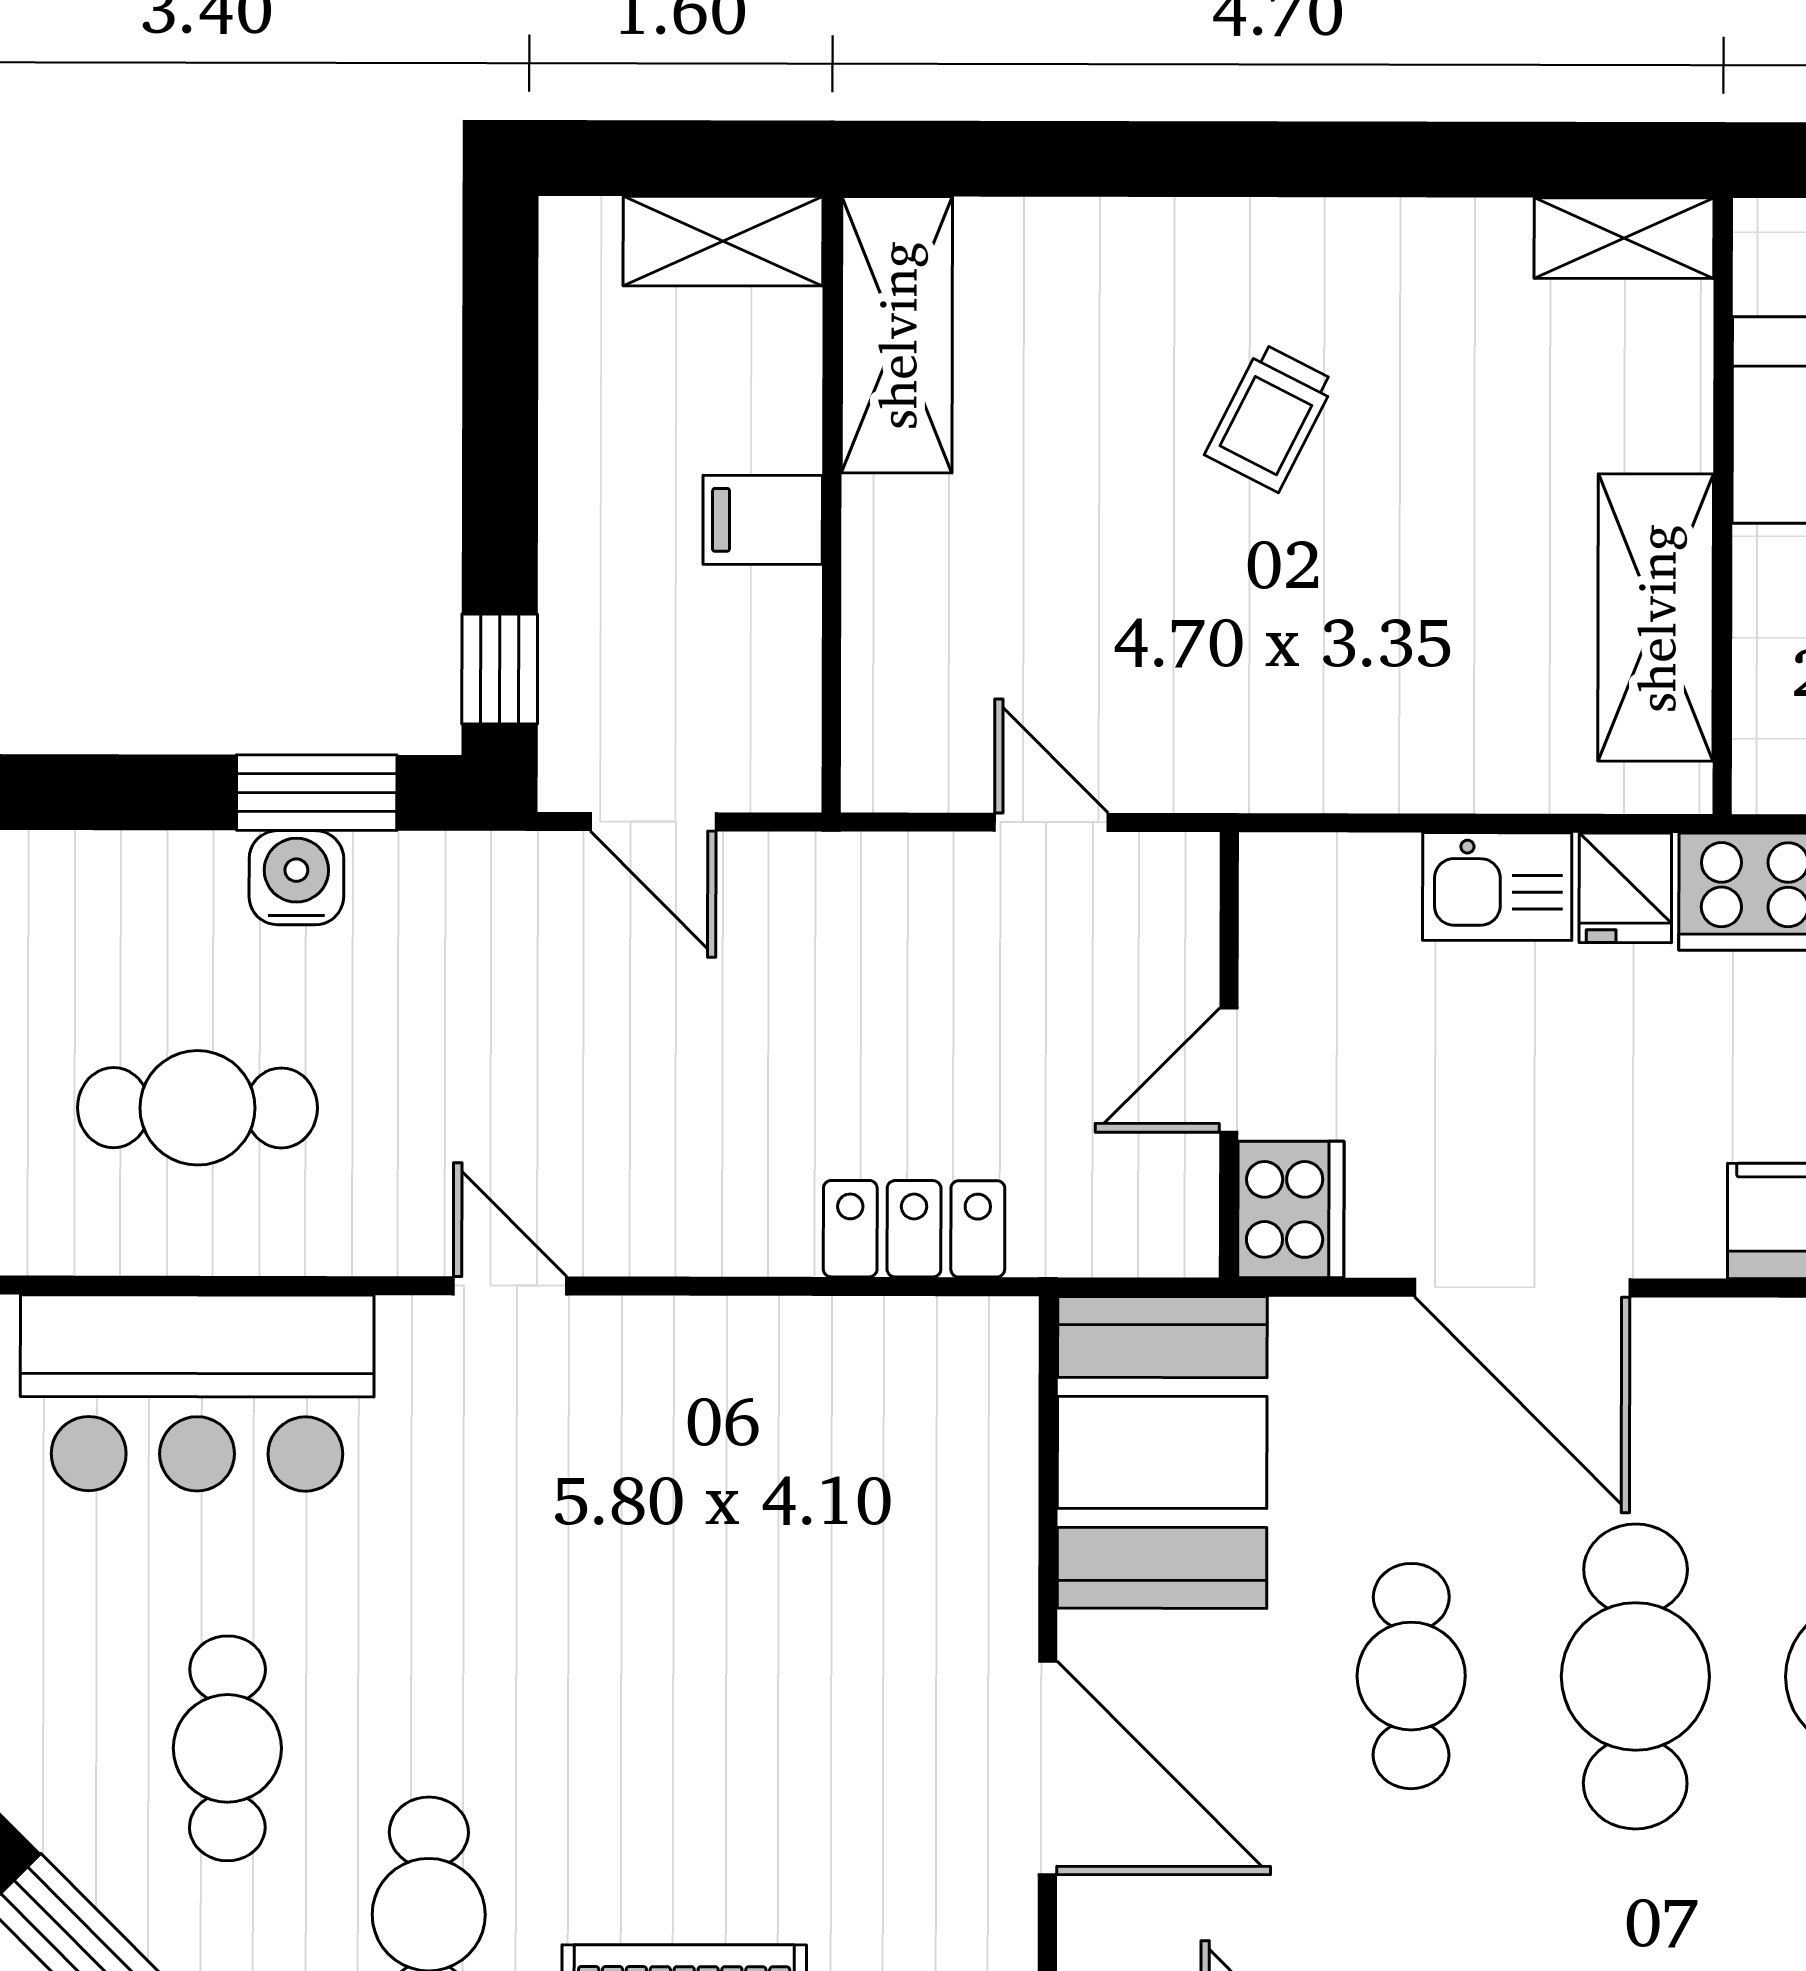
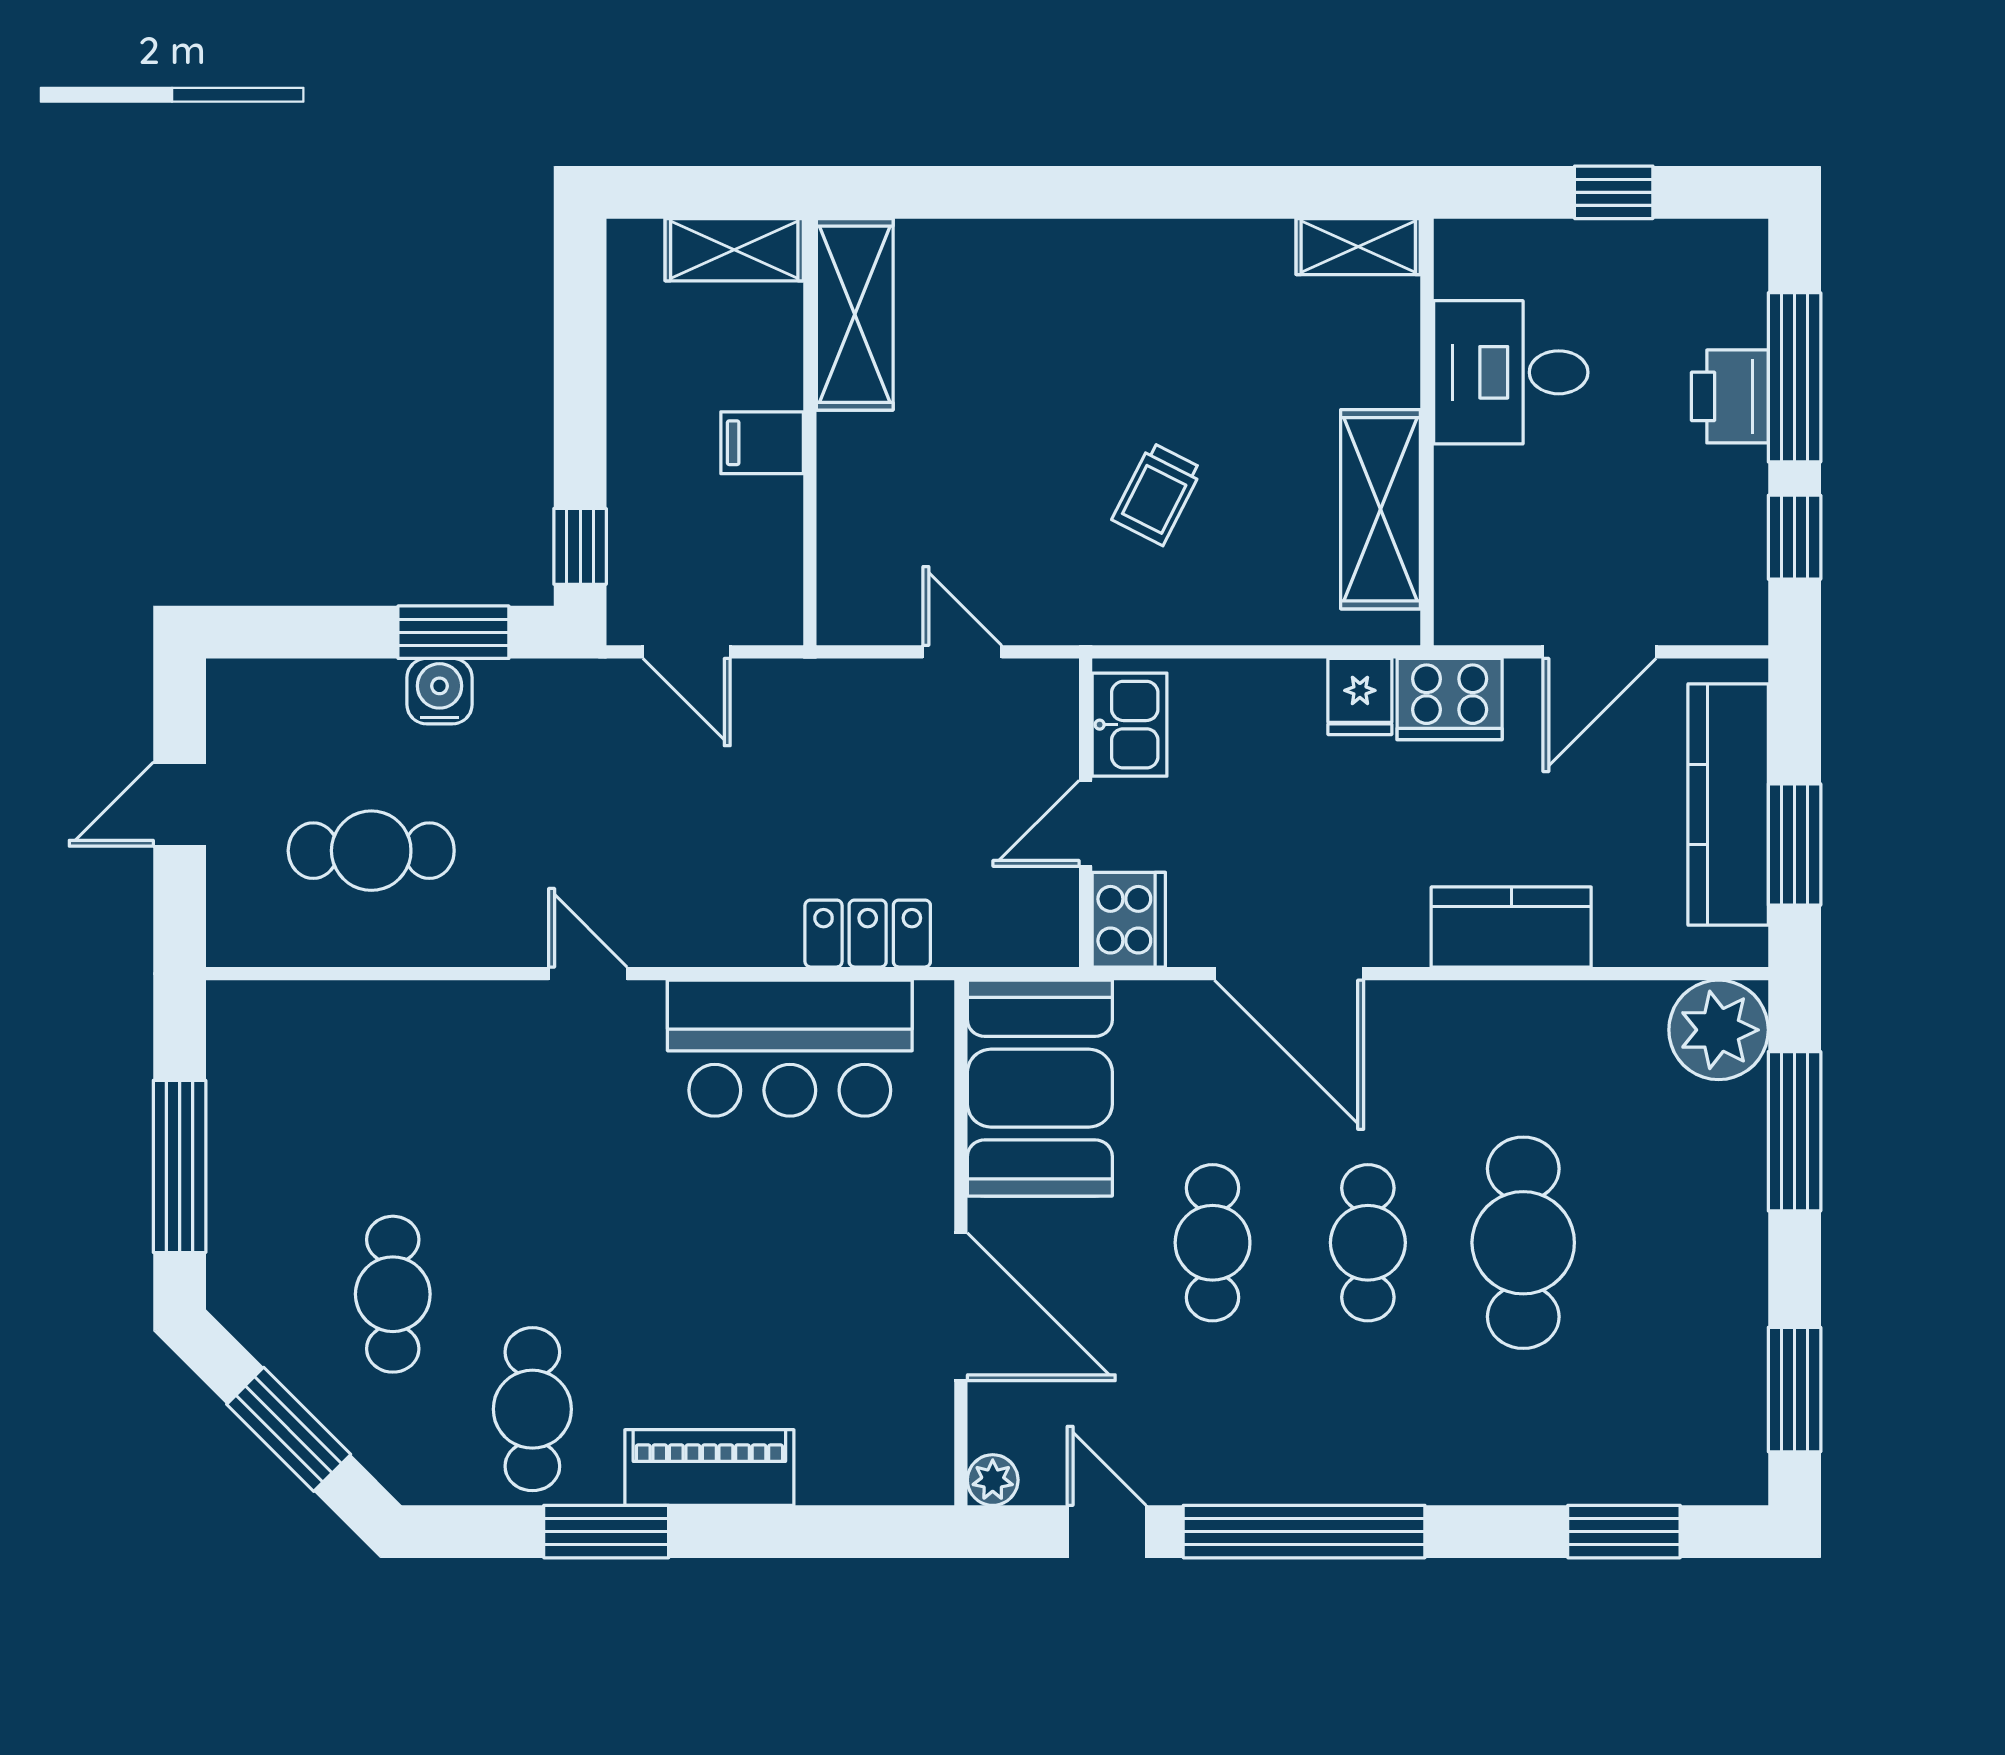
trolley: (1270, 418) -> (1157, 494), moved
kitchen sink: (1497, 887) -> (1130, 725), moved, turned -90
bar counter: (197, 1393) -> (790, 1048), moved
cafe table: (1635, 1676) -> (1368, 1243), width x0.73, depth x0.74

